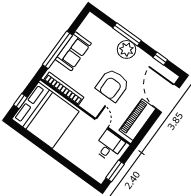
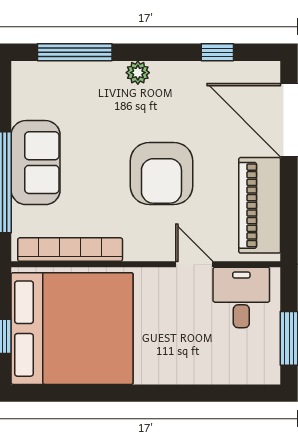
window: (127, 34) -> (75, 52), moved
plant: (127, 49) -> (138, 73), width x0.53, depth x0.53

